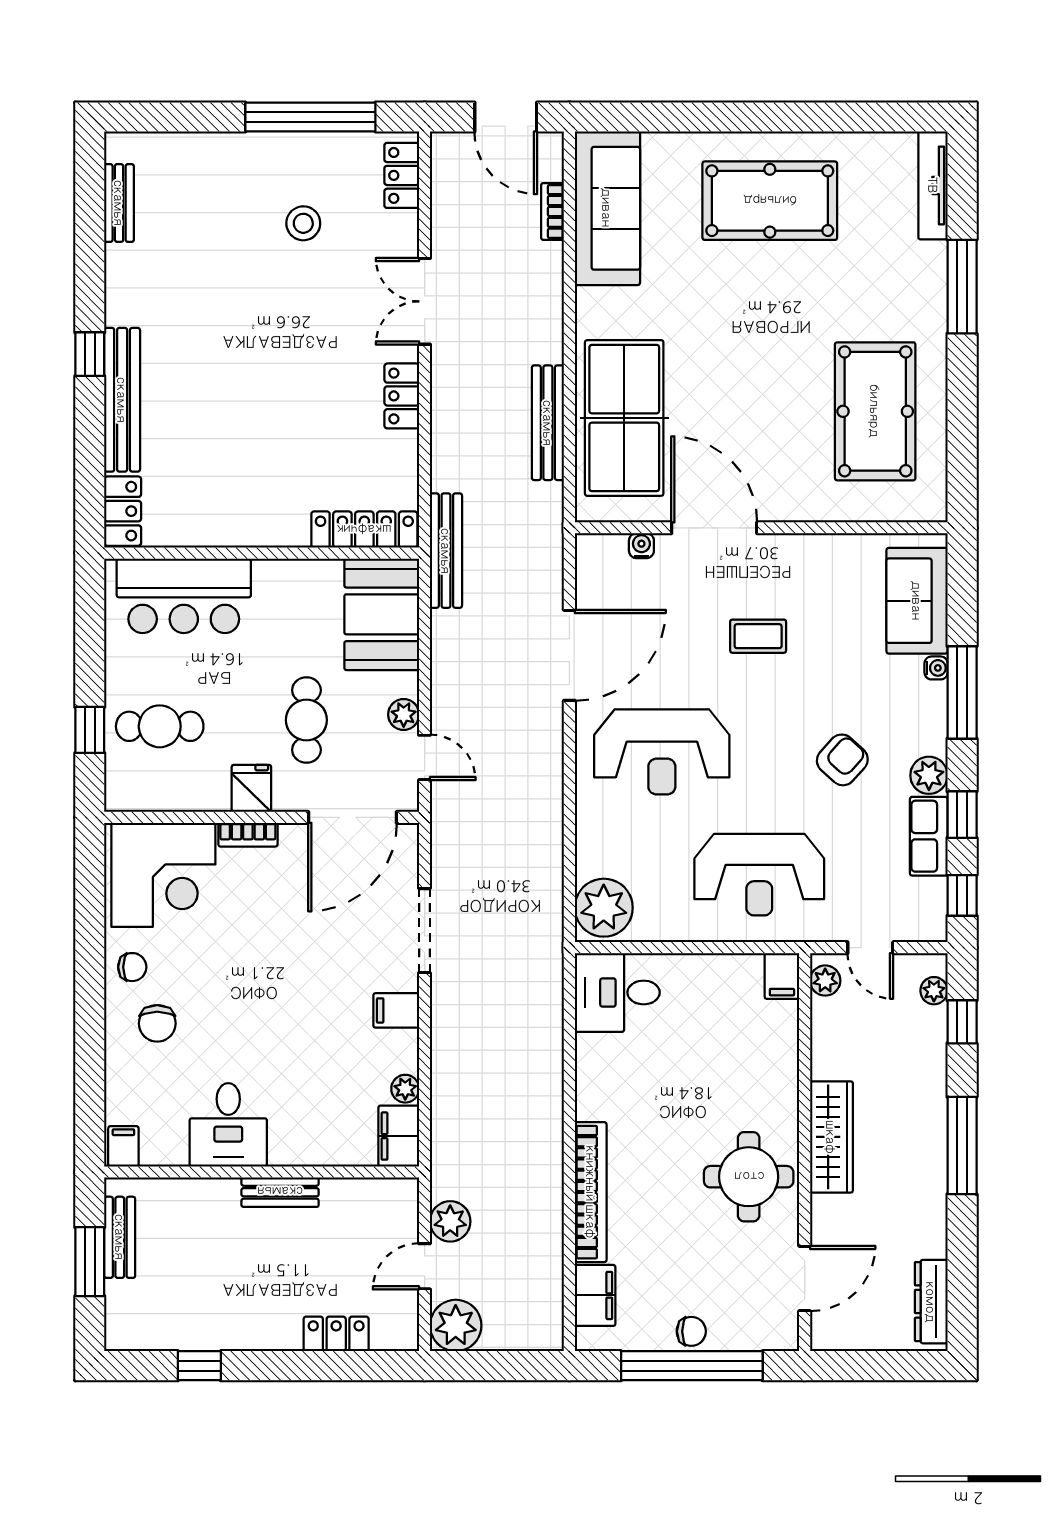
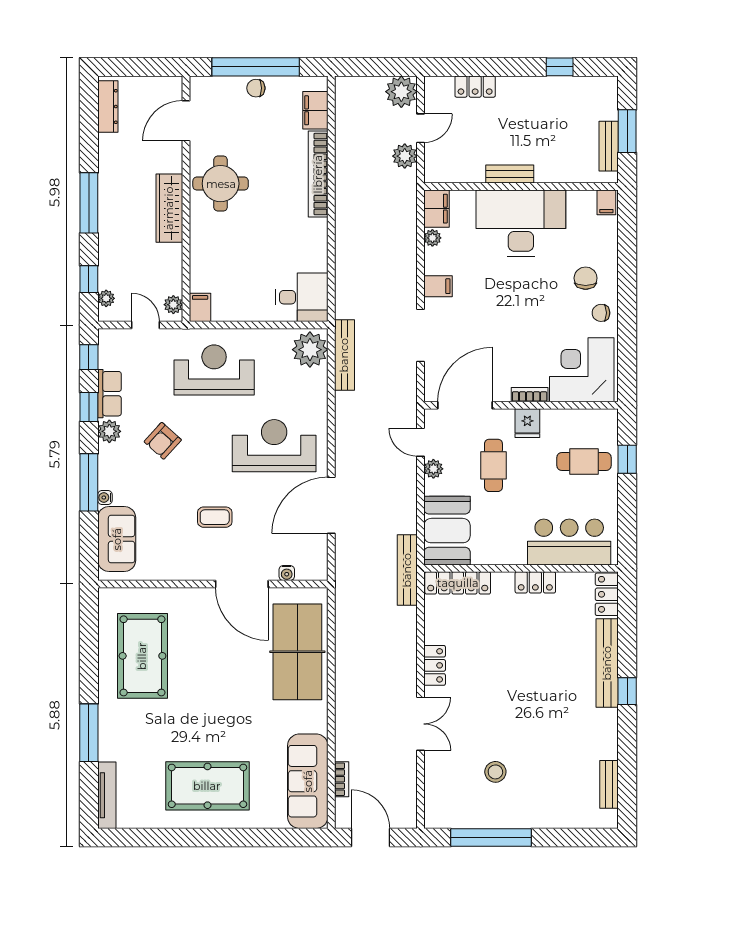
locker: (402, 175) -> (535, 582), moved, turned 90
bench: (548, 423) -> (344, 355), moved
desk: (228, 1125) -> (521, 223), width x1.87, depth x1.30

